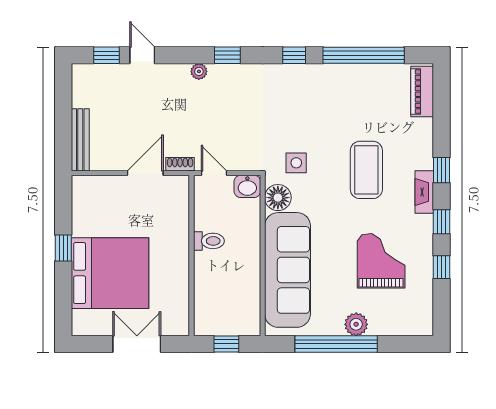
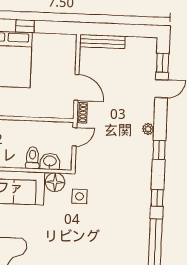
coffee table: (366, 170) -> (72, 247), removed
washbasin: (247, 186) -> (50, 161), moved, turned 90
toilet: (209, 241) -> (33, 158), moved, turned 180

